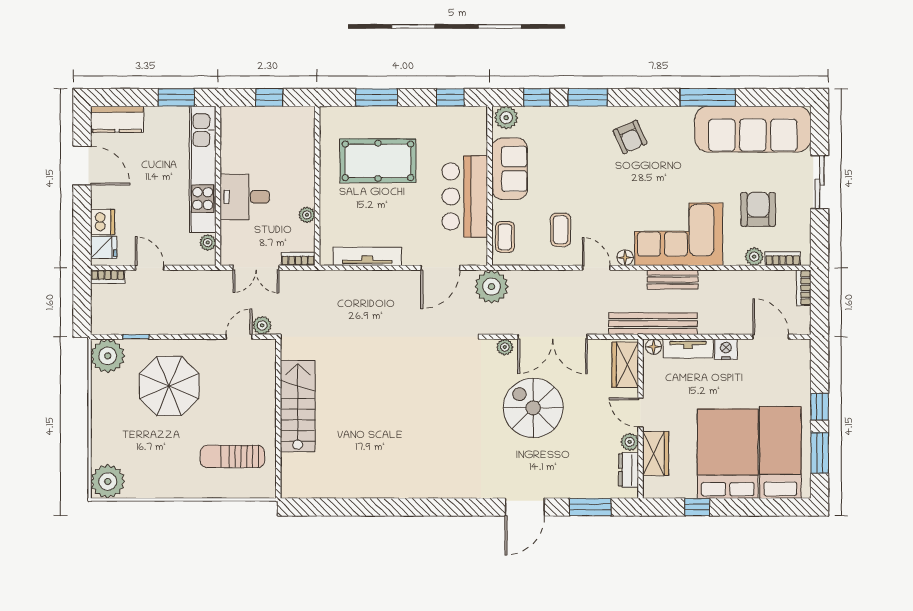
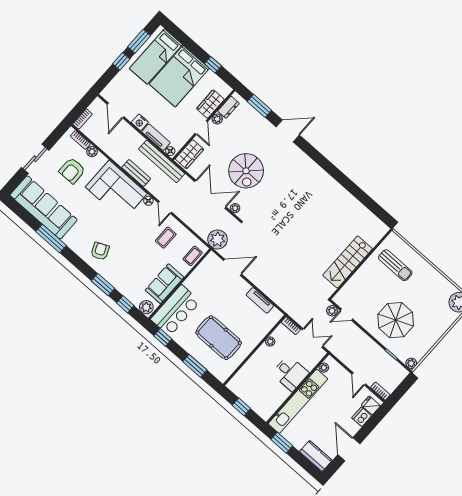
bar counter: (465, 196) -> (175, 310), moved
tv unit: (367, 256) -> (260, 300), width x0.71
plant: (108, 356) -> (411, 363), width x0.53, depth x0.53

